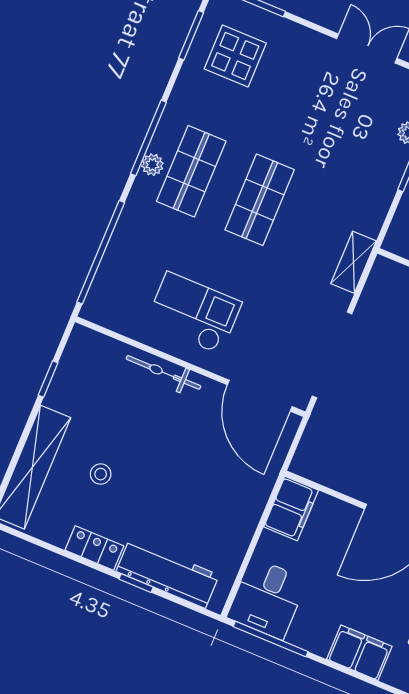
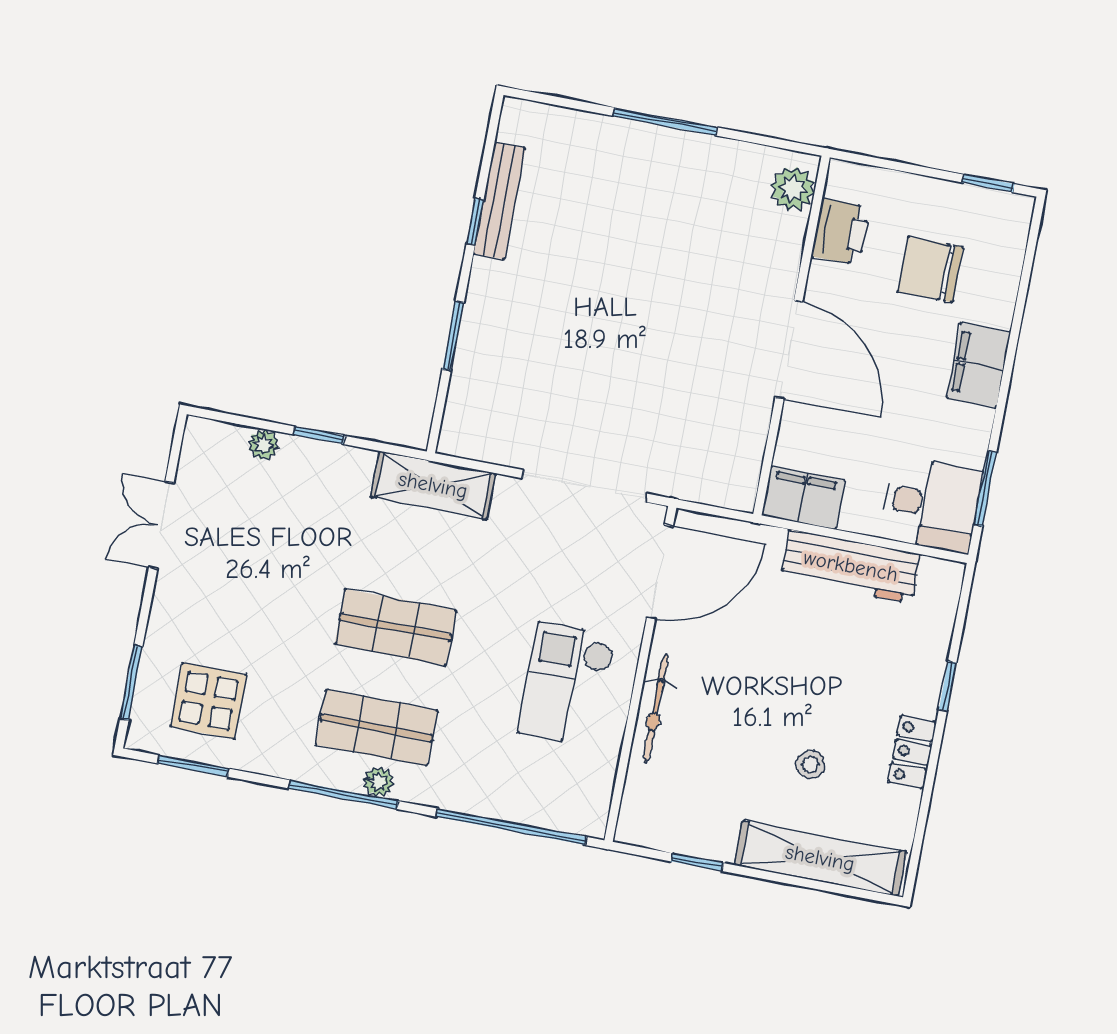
shelving: (354, 262) -> (433, 485), width x1.50, depth x1.33
workbench: (168, 573) -> (851, 566), moved, turned -90
window: (271, 639) -> (985, 489), width x0.69

